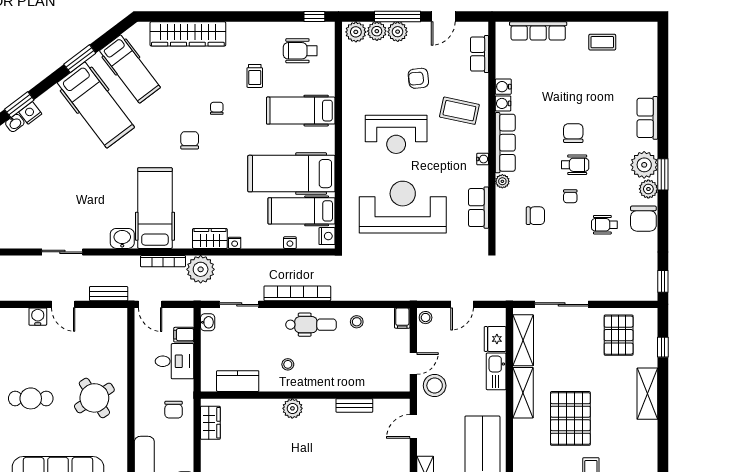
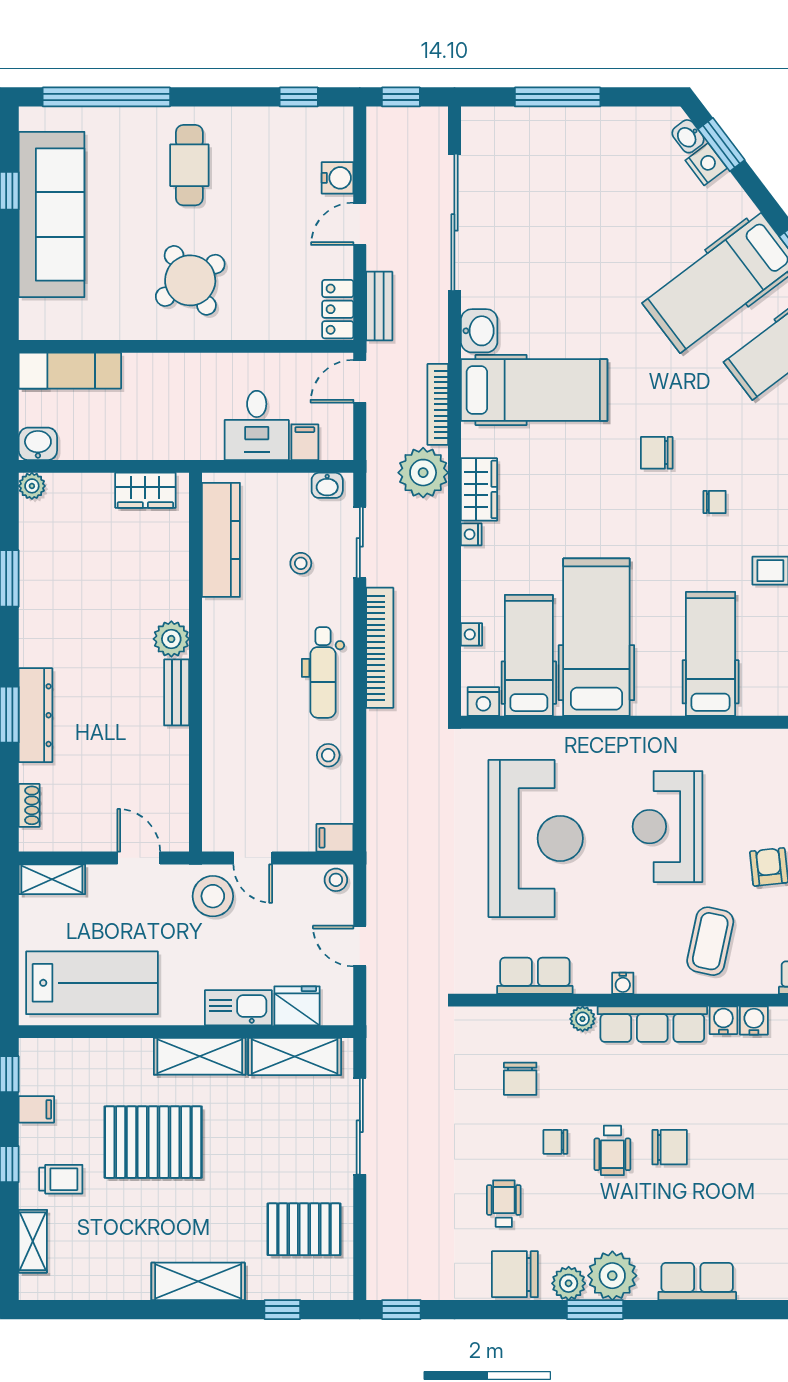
chair: (190, 140) -> (657, 453), turned 180
sliding door: (62, 252) -> (454, 222), width x1.86
locker: (110, 316) -> (338, 309), added
stool: (288, 364) -> (301, 563), moved
kitchen counter: (238, 381) -> (221, 540), width x1.50
bench: (354, 405) -> (177, 692), moved
chair: (174, 410) -> (169, 424), removed

